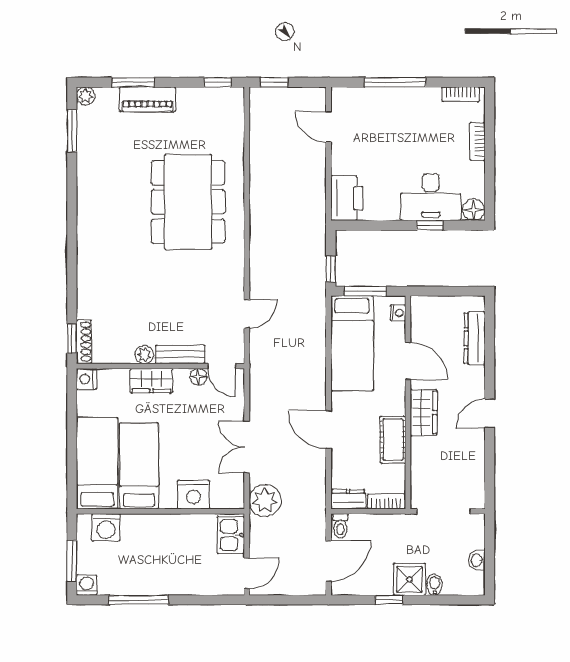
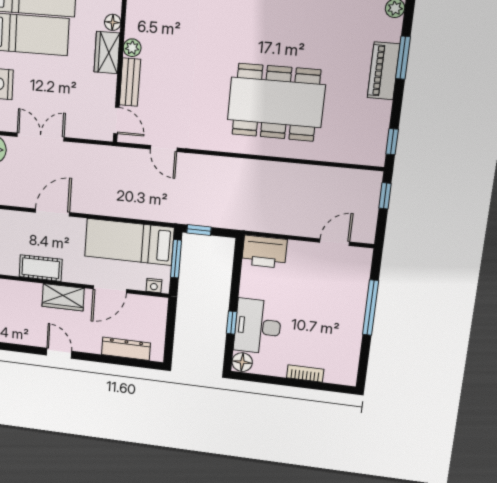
bookcase: (461, 94) -> (352, 364), removed
door: (222, 366) -> (116, 120), swing flipped
floor lamp: (198, 377) -> (113, 22), moved

